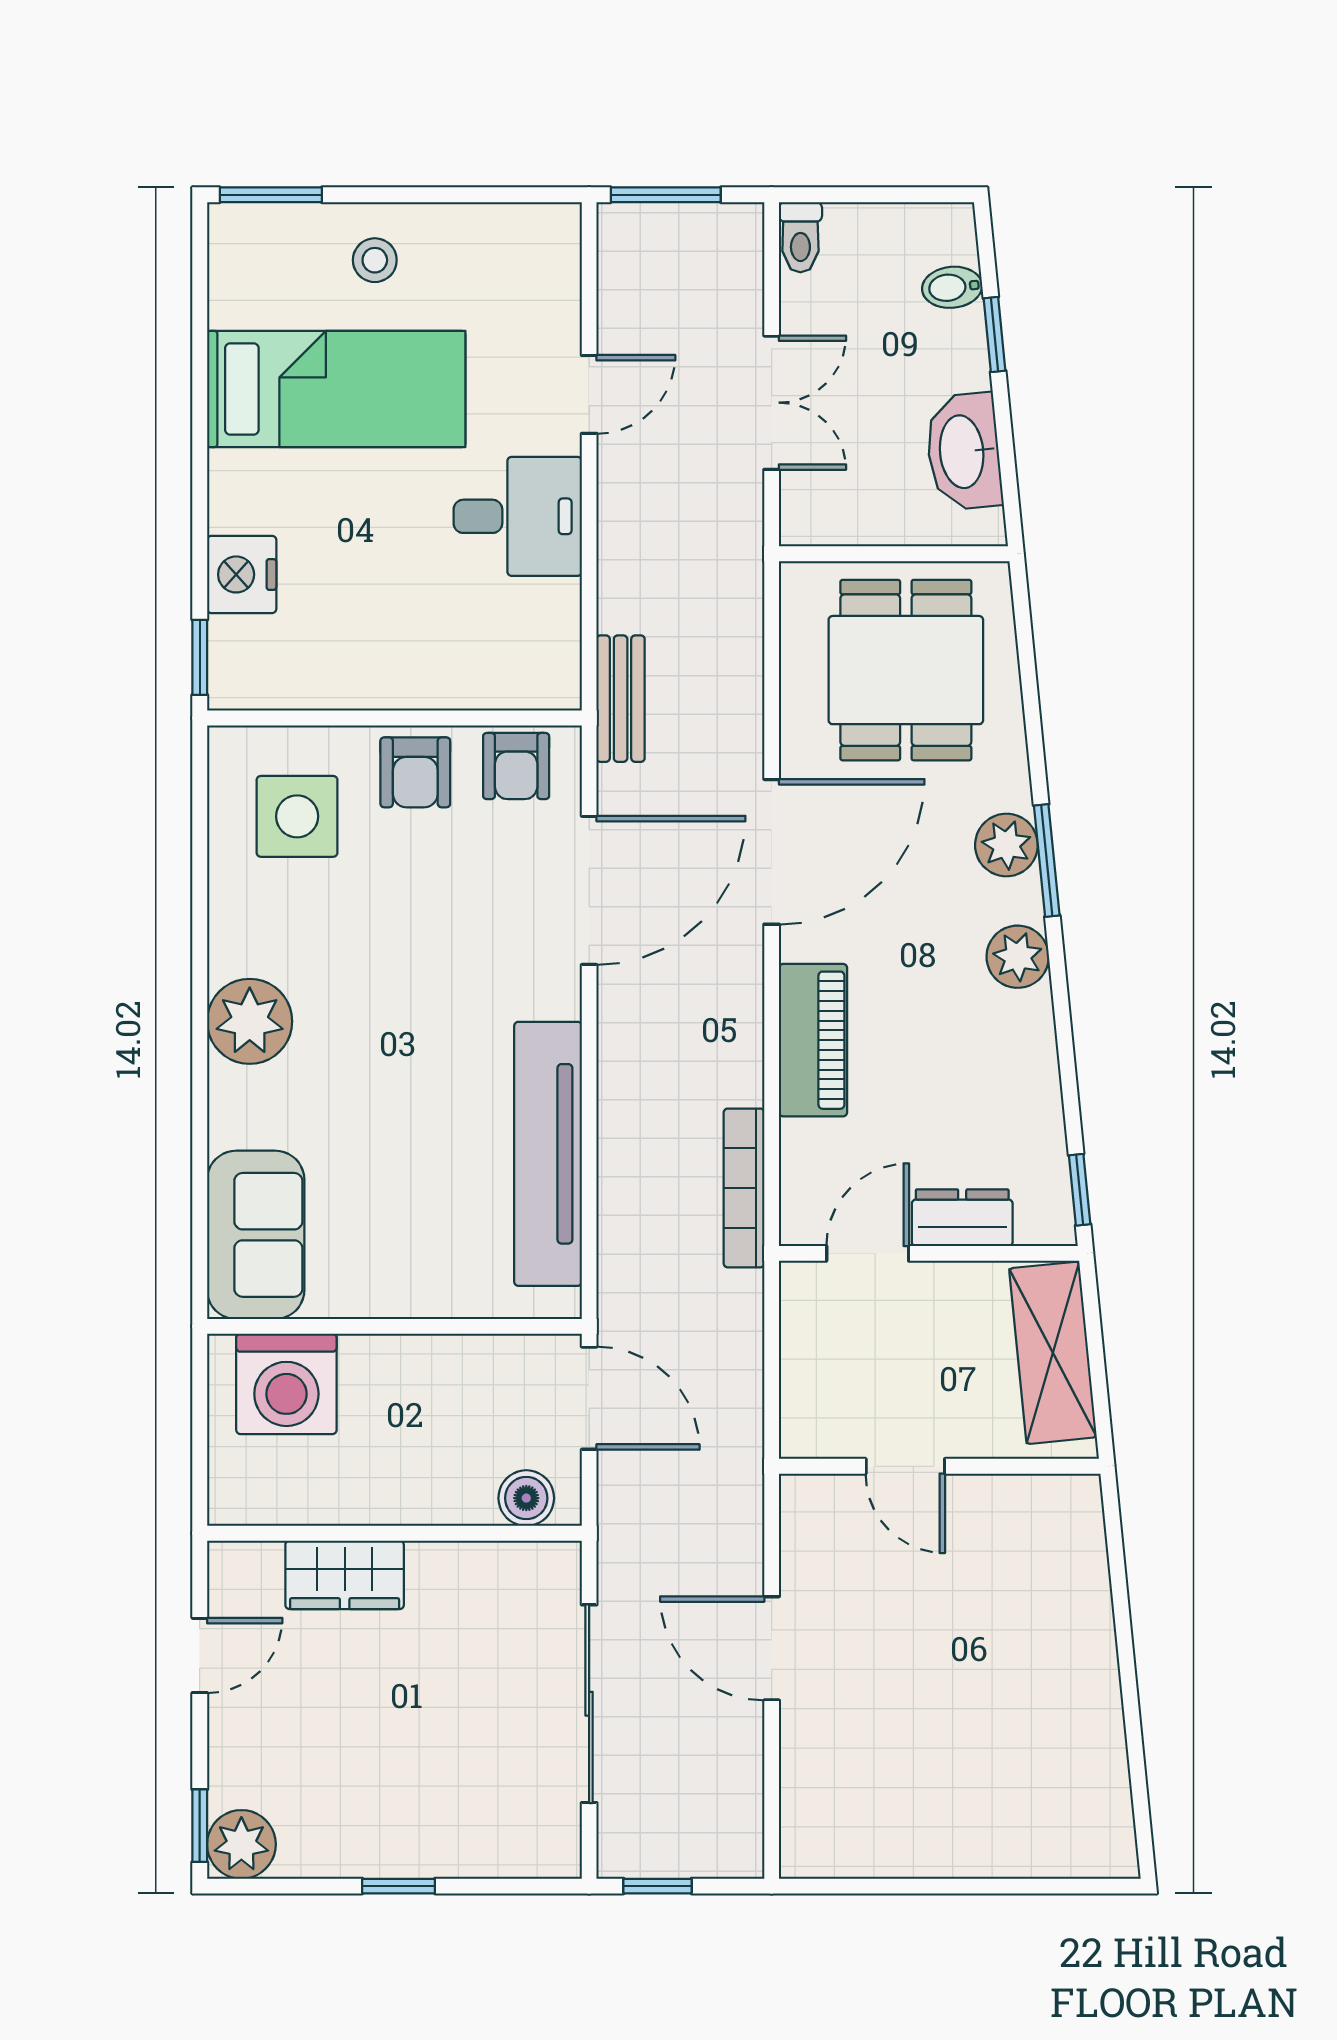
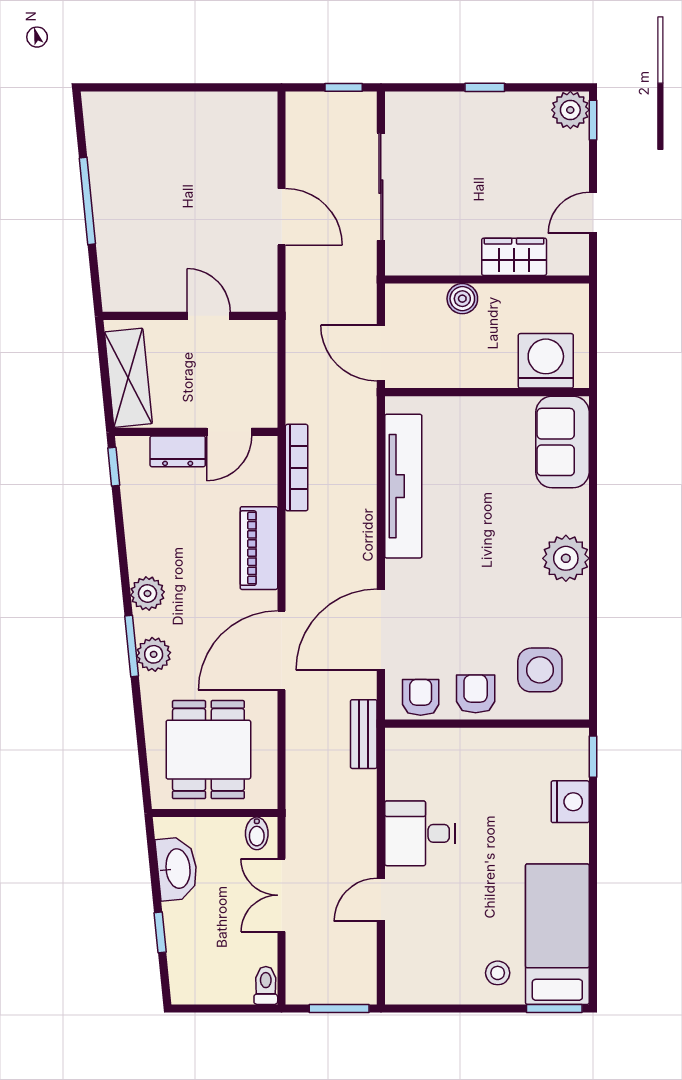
bidet: (952, 287) -> (257, 833), moved, turned 96
bed: (336, 389) -> (557, 934), moved, turned 90
boiler: (526, 1498) -> (462, 299), moved
window: (1128, 1677) -> (87, 201), added

